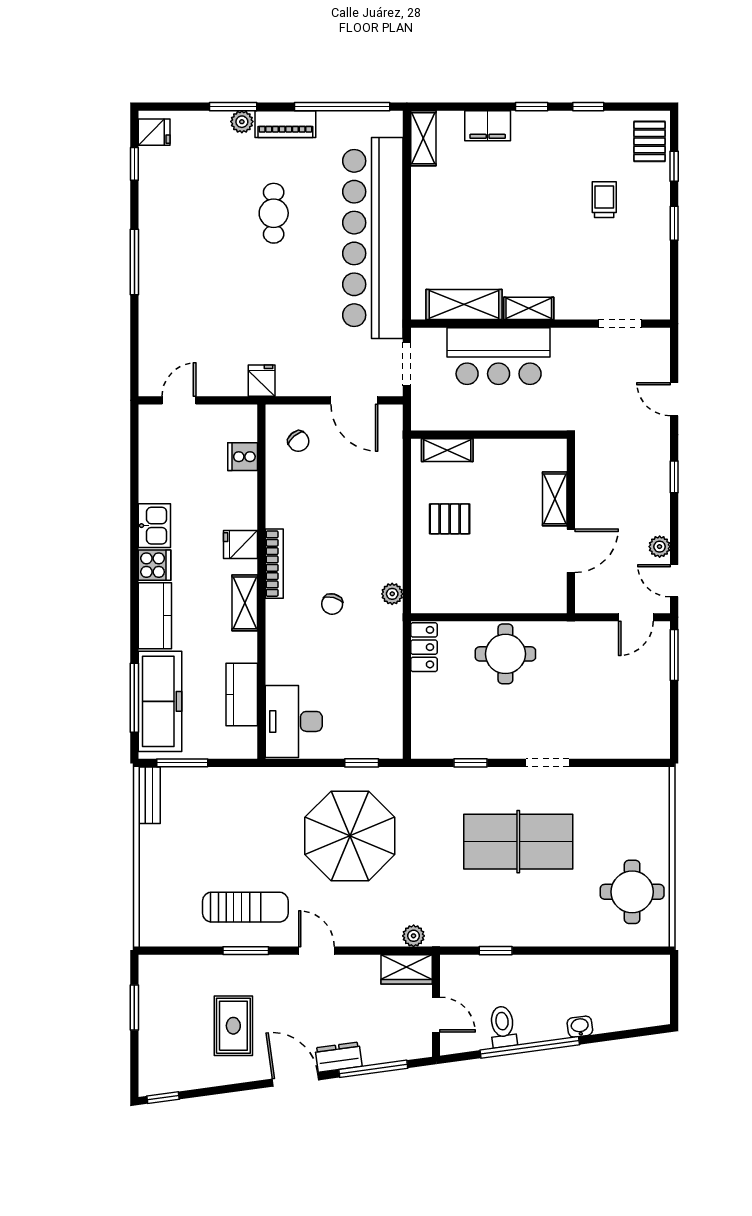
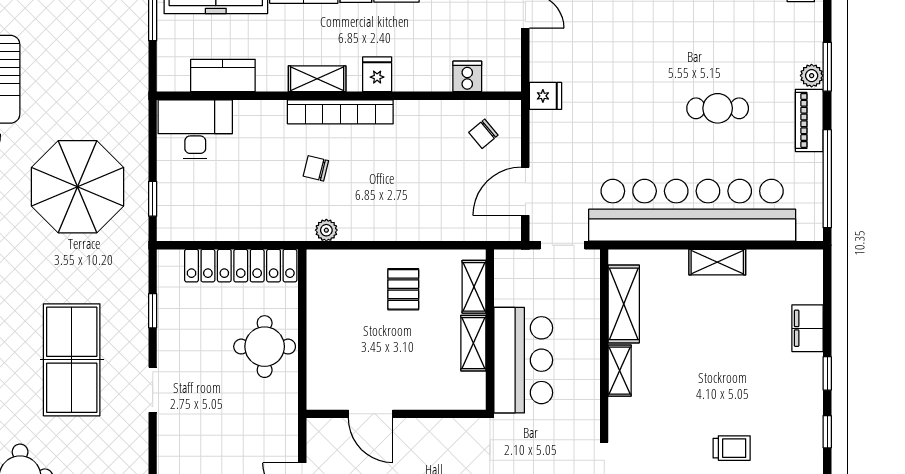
shelving: (423, 138) -> (717, 262), moved
bar counter: (499, 356) -> (523, 360), moved, turned 180
shelving: (555, 499) -> (473, 343), moved, turned 90
bookcase: (274, 564) -> (340, 112), width x1.48, depth x1.31
locker: (424, 647) -> (241, 266), width x2.16, depth x1.21

